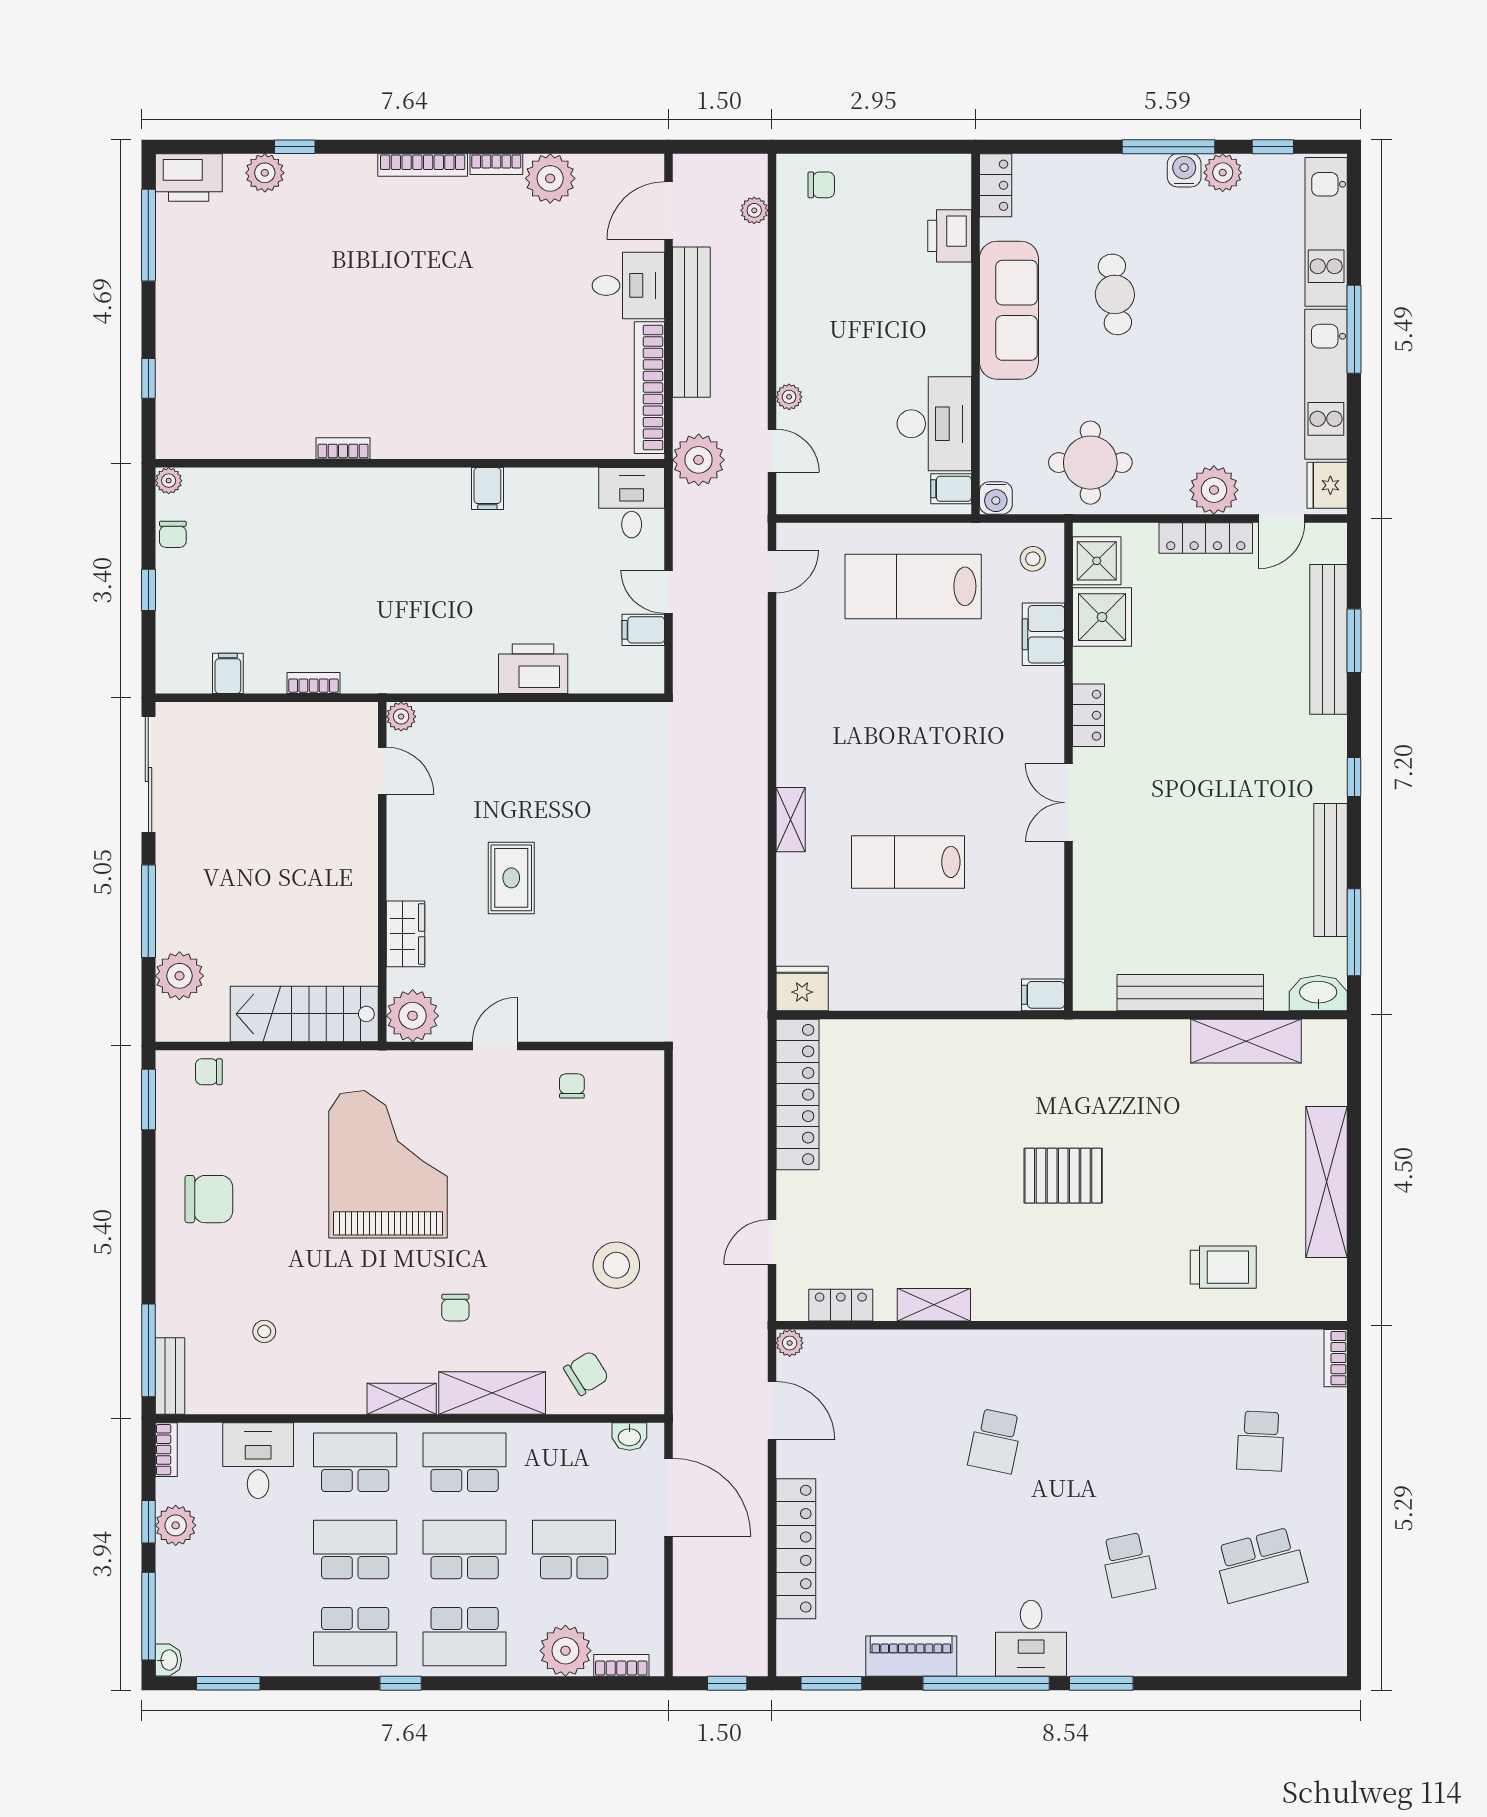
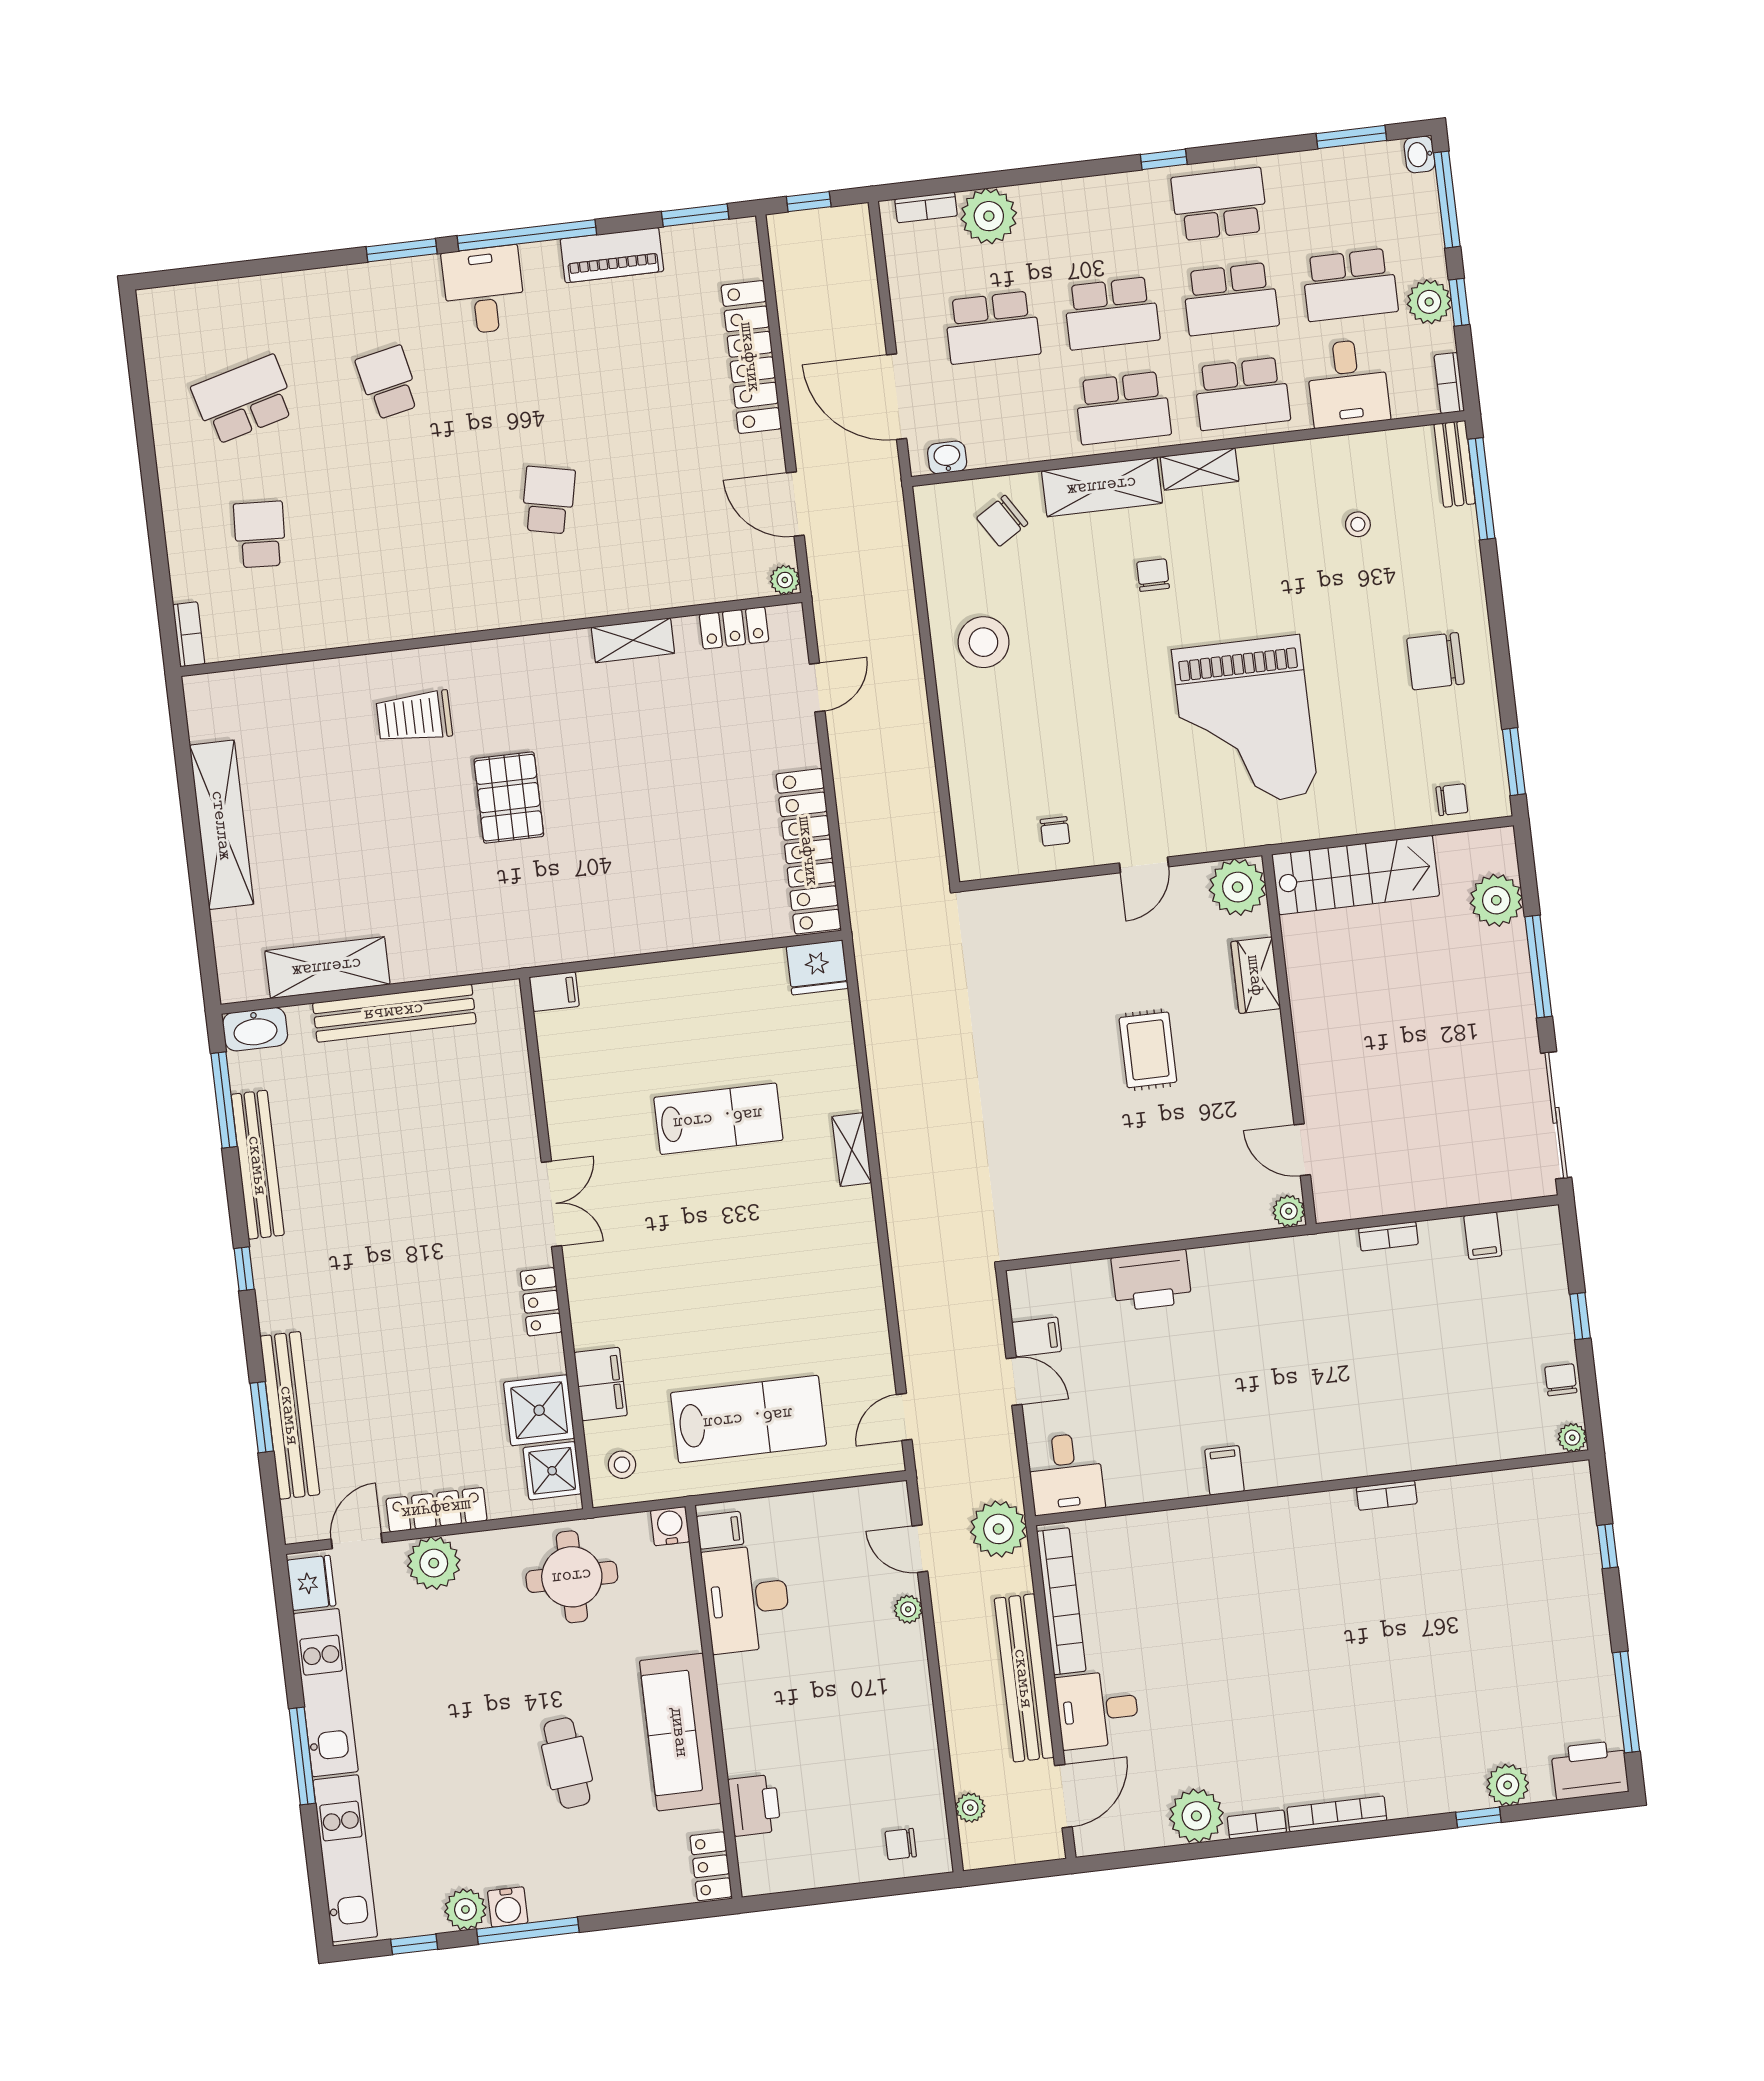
pallet: (1063, 1176) -> (509, 798), turned 90
trolley: (1223, 1267) -> (414, 717), moved
school desk: (465, 1637) -> (1350, 285), moved, turned 180

